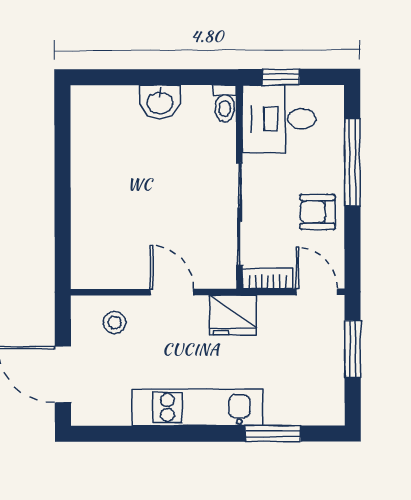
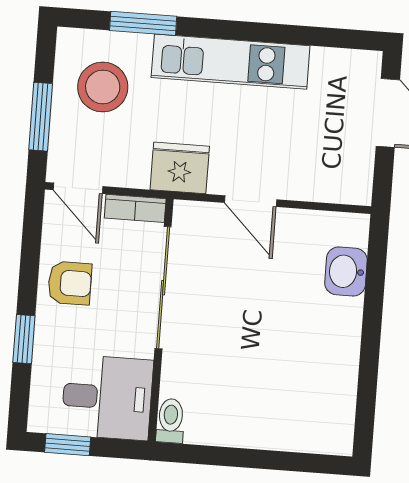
window: (281, 77) -> (68, 445), moved
washbasin: (160, 102) -> (346, 272), moved, turned -90
window: (352, 162) -> (24, 339), width x0.46
stool: (115, 322) -> (103, 87), moved, width x1.89, depth x1.89

